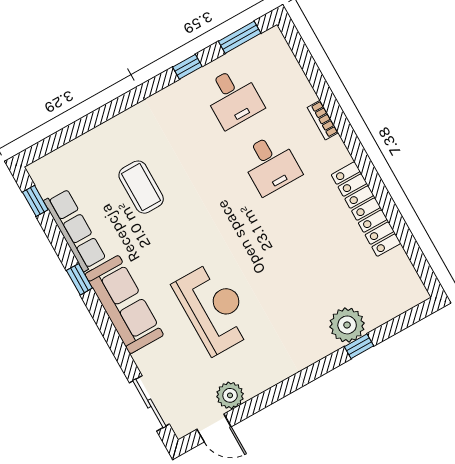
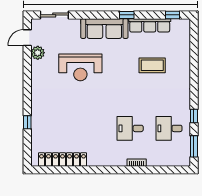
locker: (366, 209) -> (63, 159), moved
plant: (347, 325) -> (40, 122), removed

